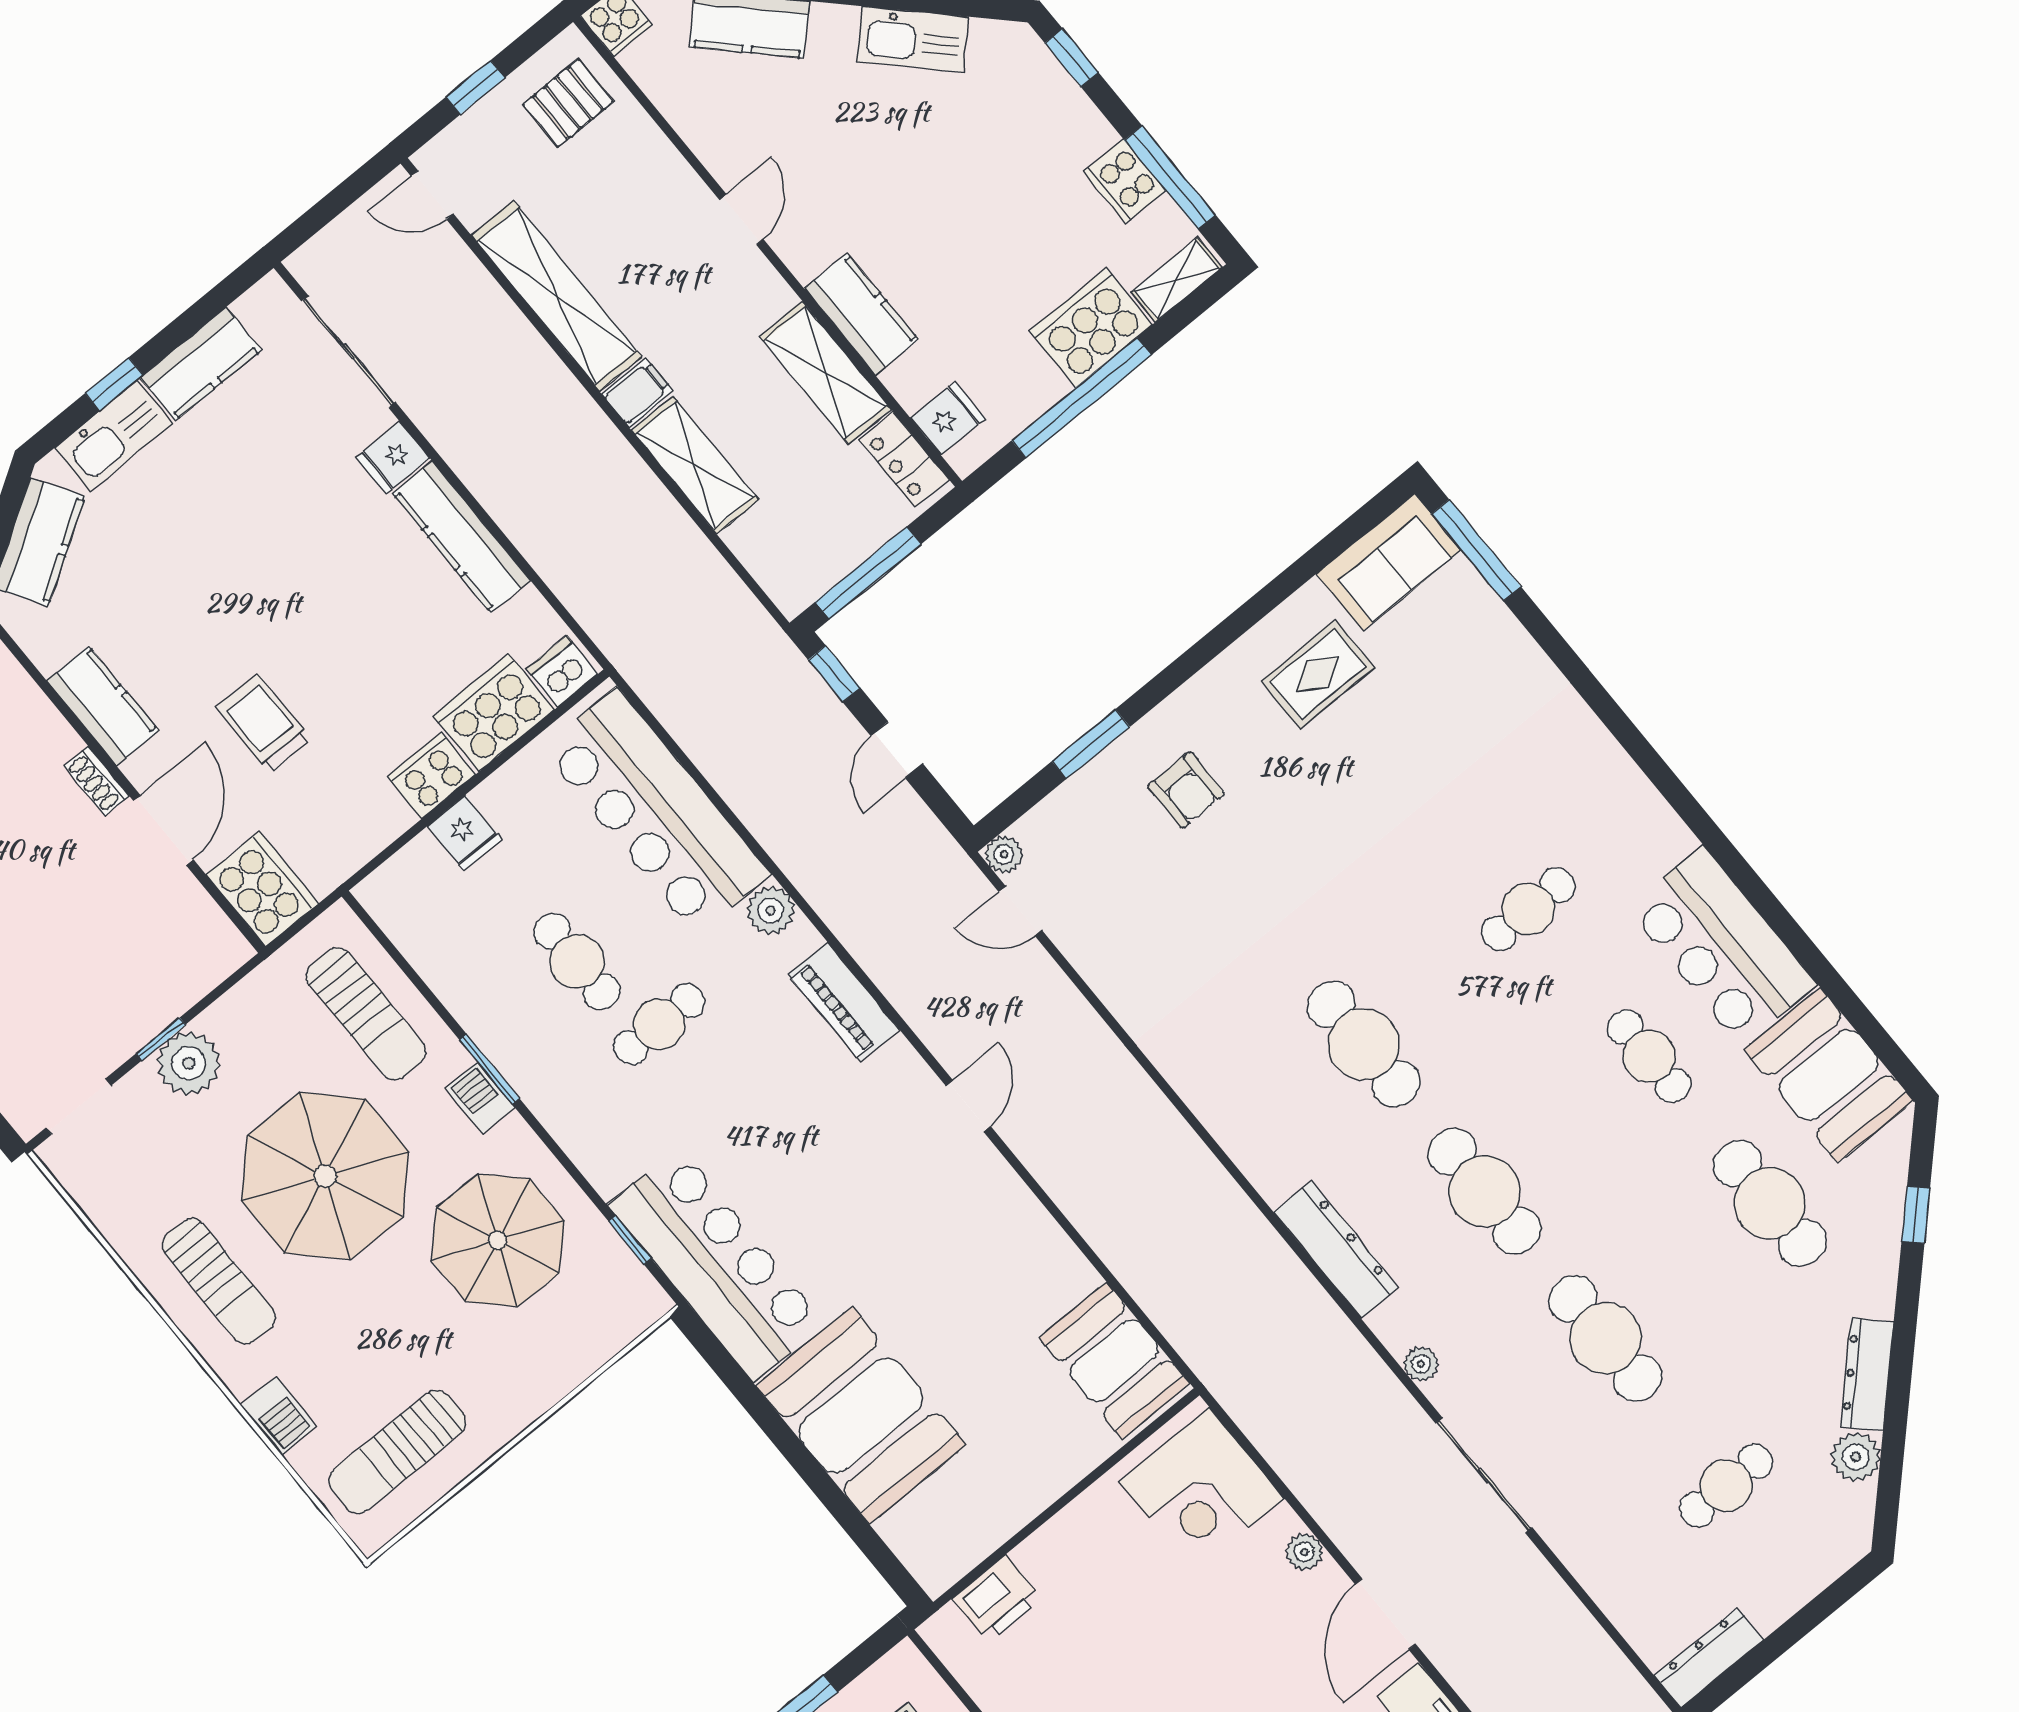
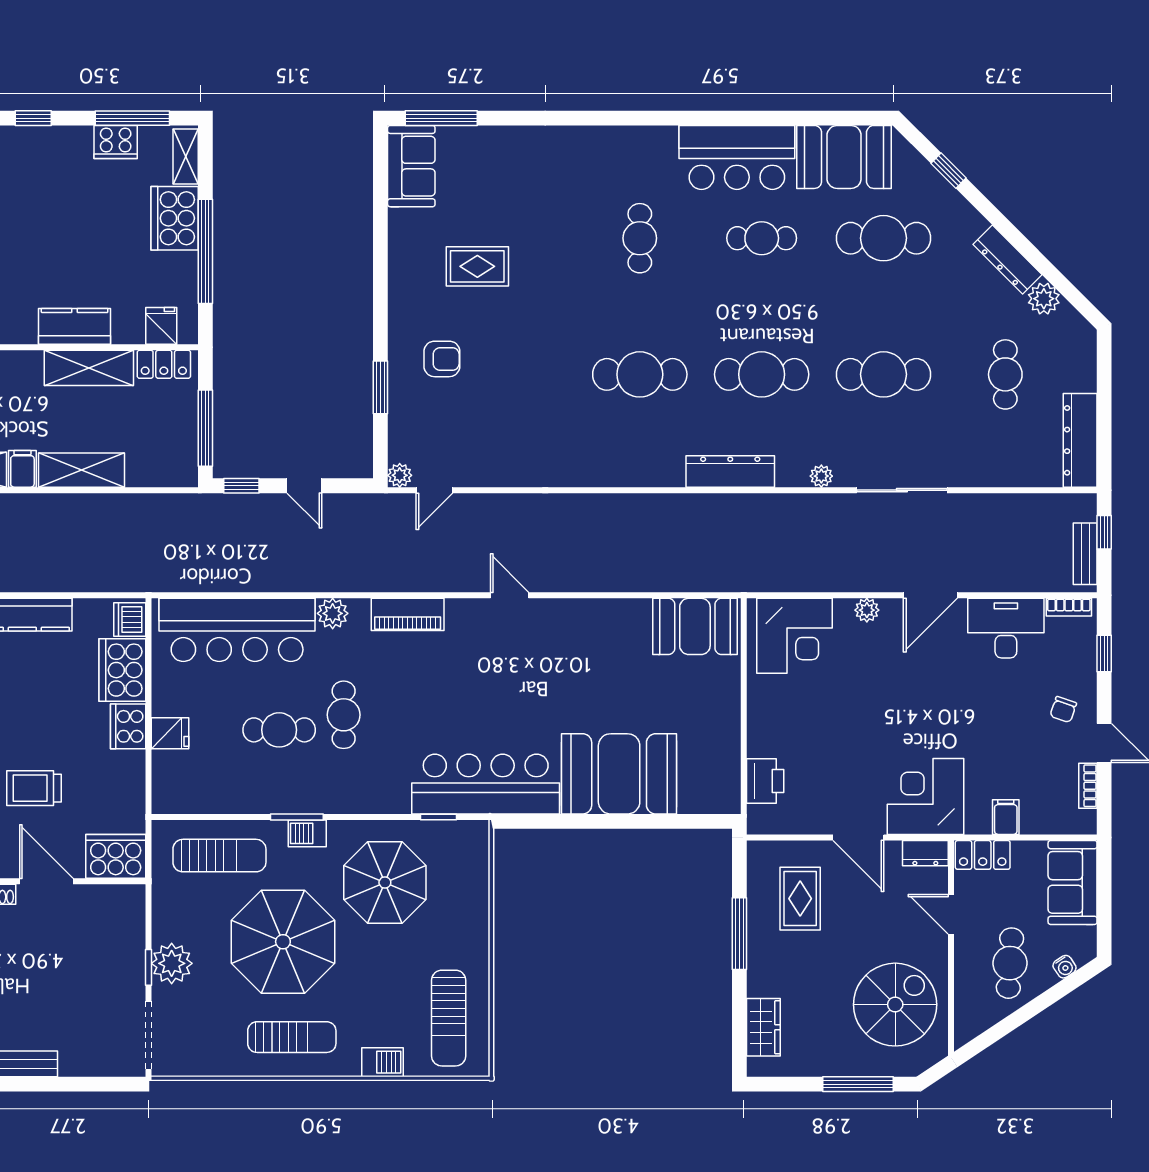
rug: (1318, 674) -> (477, 266), moved, turned 90
doorway: (79, 1107) -> (148, 1035), width x1.38
door: (1385, 1614) -> (930, 595), hinge flipped
dresser: (1709, 1658) -> (1080, 440), width x1.37, depth x1.24

